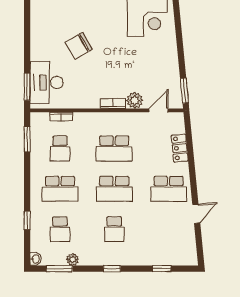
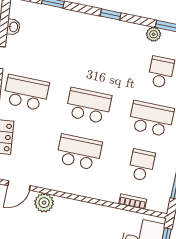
bookcase: (113, 104) -> (70, 204), removed
school desk: (114, 229) -> (98, 59), removed
washbasin: (191, 241) -> (13, 27), added

